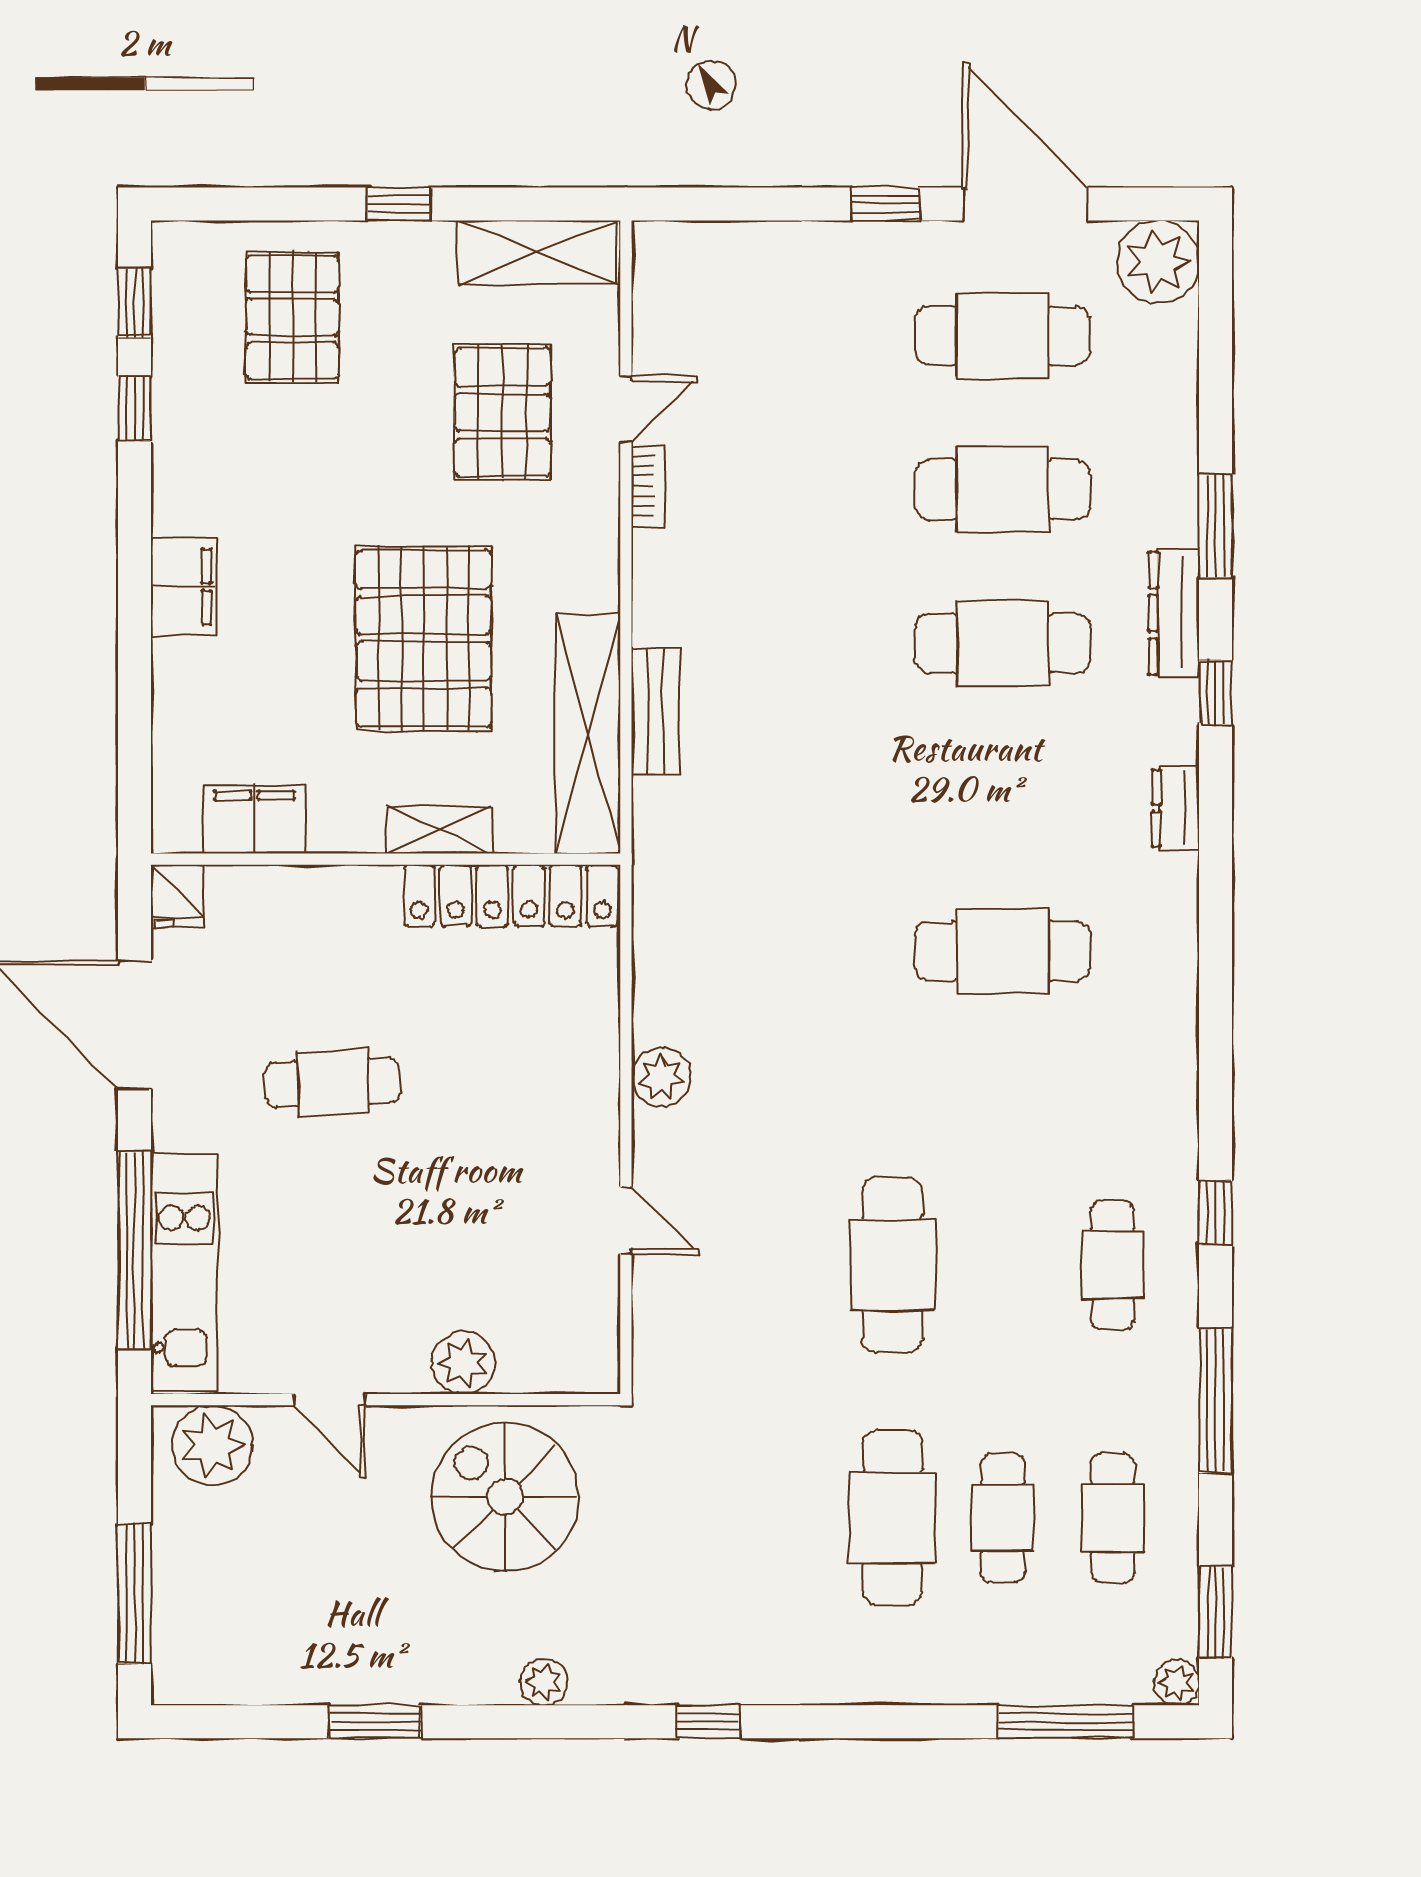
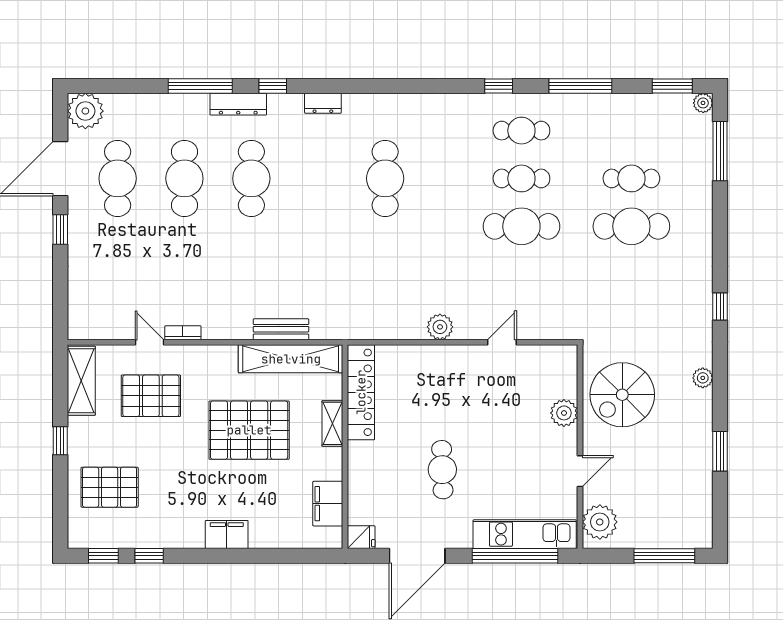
window: (1216, 526) -> (200, 86), width x1.44
cafe table: (1113, 1518) -> (521, 178), moved

